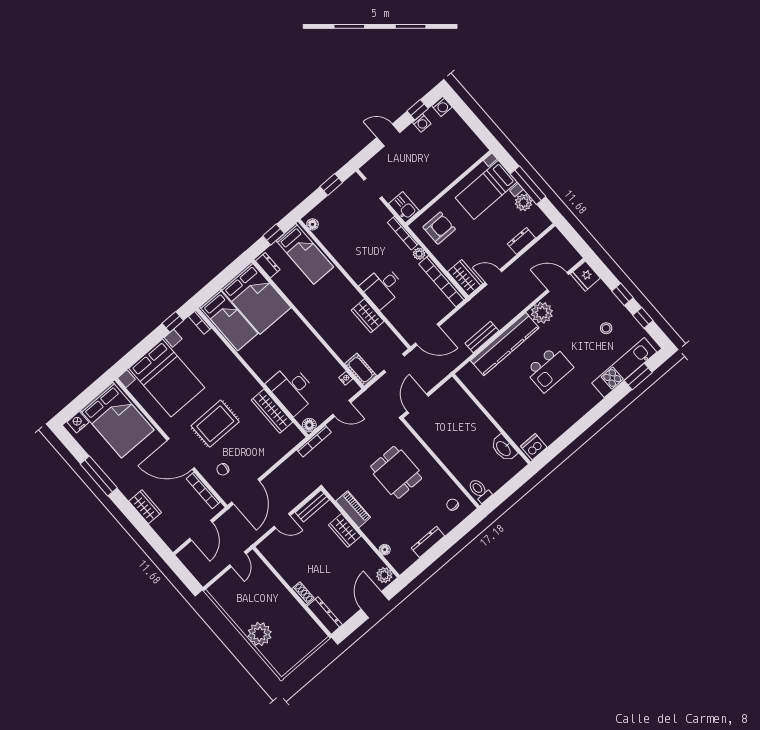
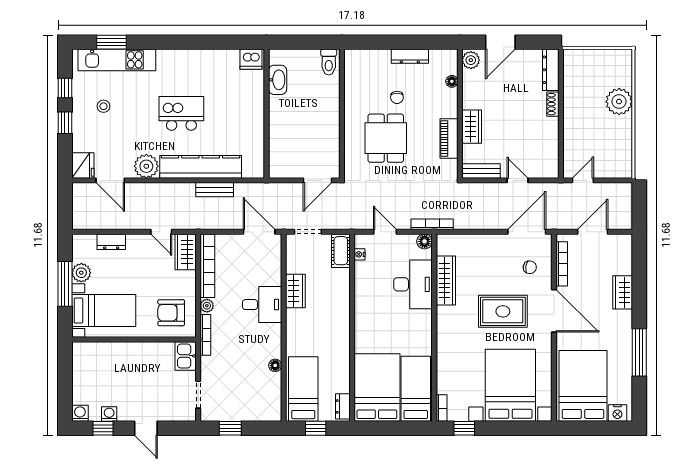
floor lamp: (312, 224) -> (275, 365), moved
chair: (453, 505) -> (397, 97), moved

